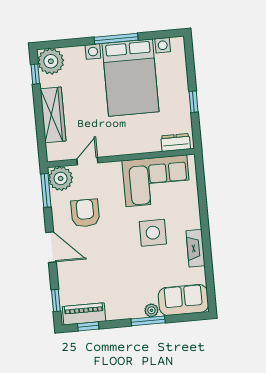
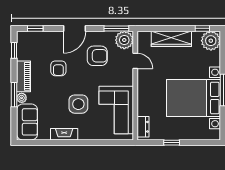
armchair: (107, 264) -> (58, 68), added
piano: (84, 314) -> (23, 76), moved

